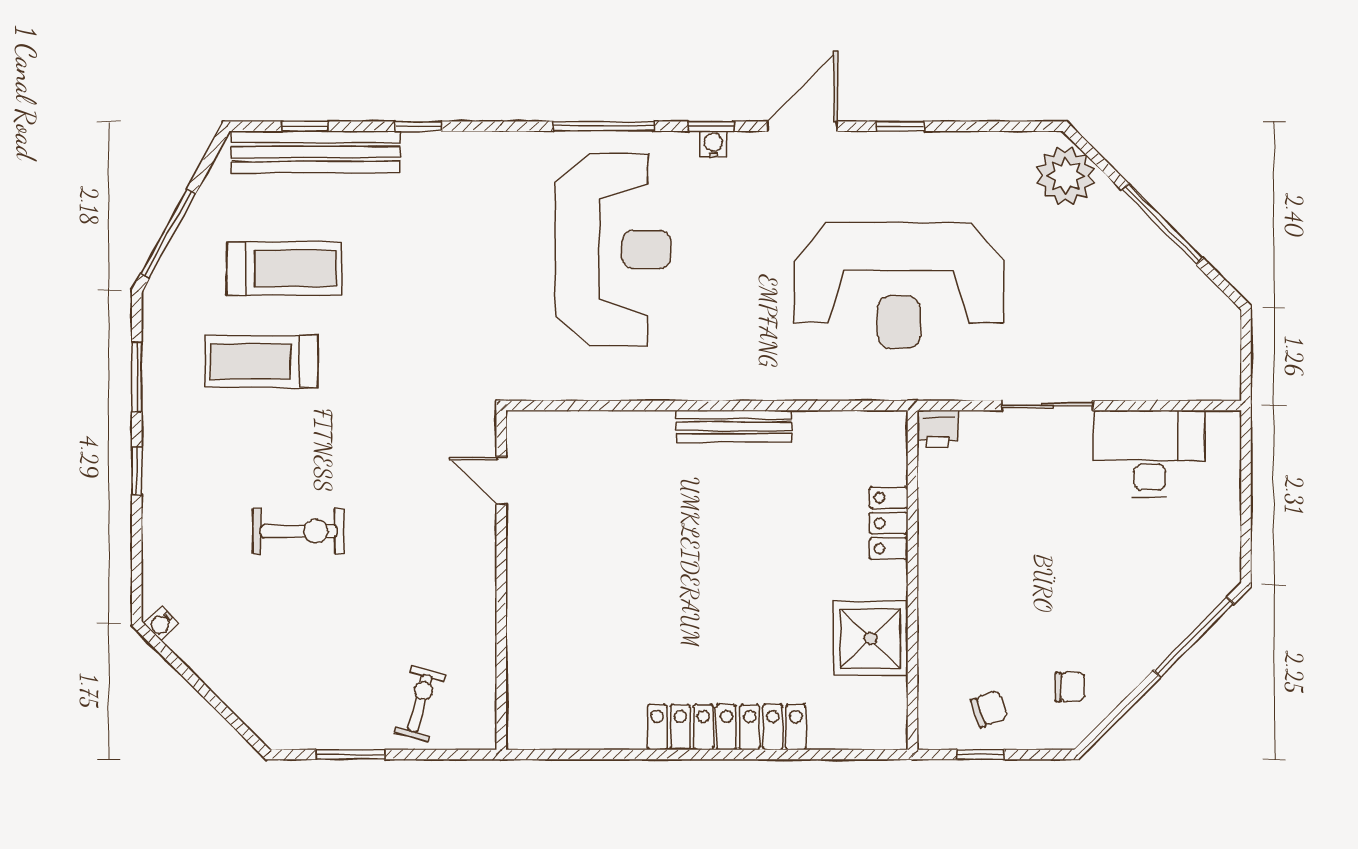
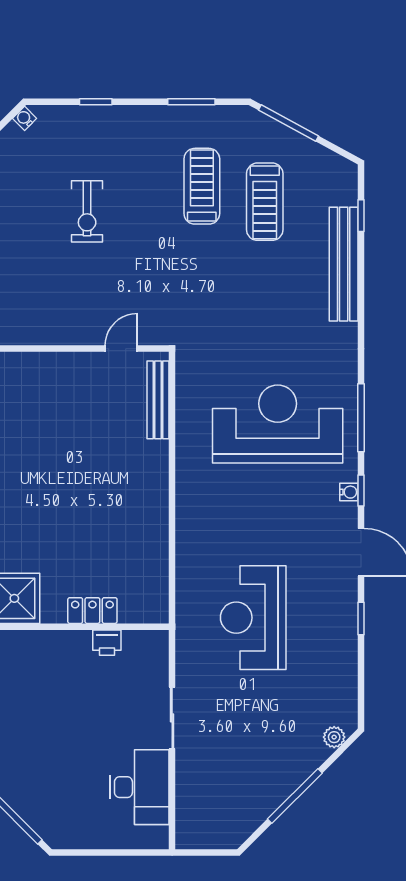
window: (419, 126) -> (361, 293), removed
bench: (316, 152) -> (344, 264), moved
plant: (1066, 176) -> (334, 737), width x0.53, depth x0.53
reception desk: (613, 250) -> (278, 424), turned 180
reception desk: (899, 286) -> (253, 618), width x0.74, depth x0.77
bench: (734, 426) -> (158, 400), moved
printer: (938, 429) -> (107, 643), moved, turned -90
window: (137, 471) -> (96, 102), moved

